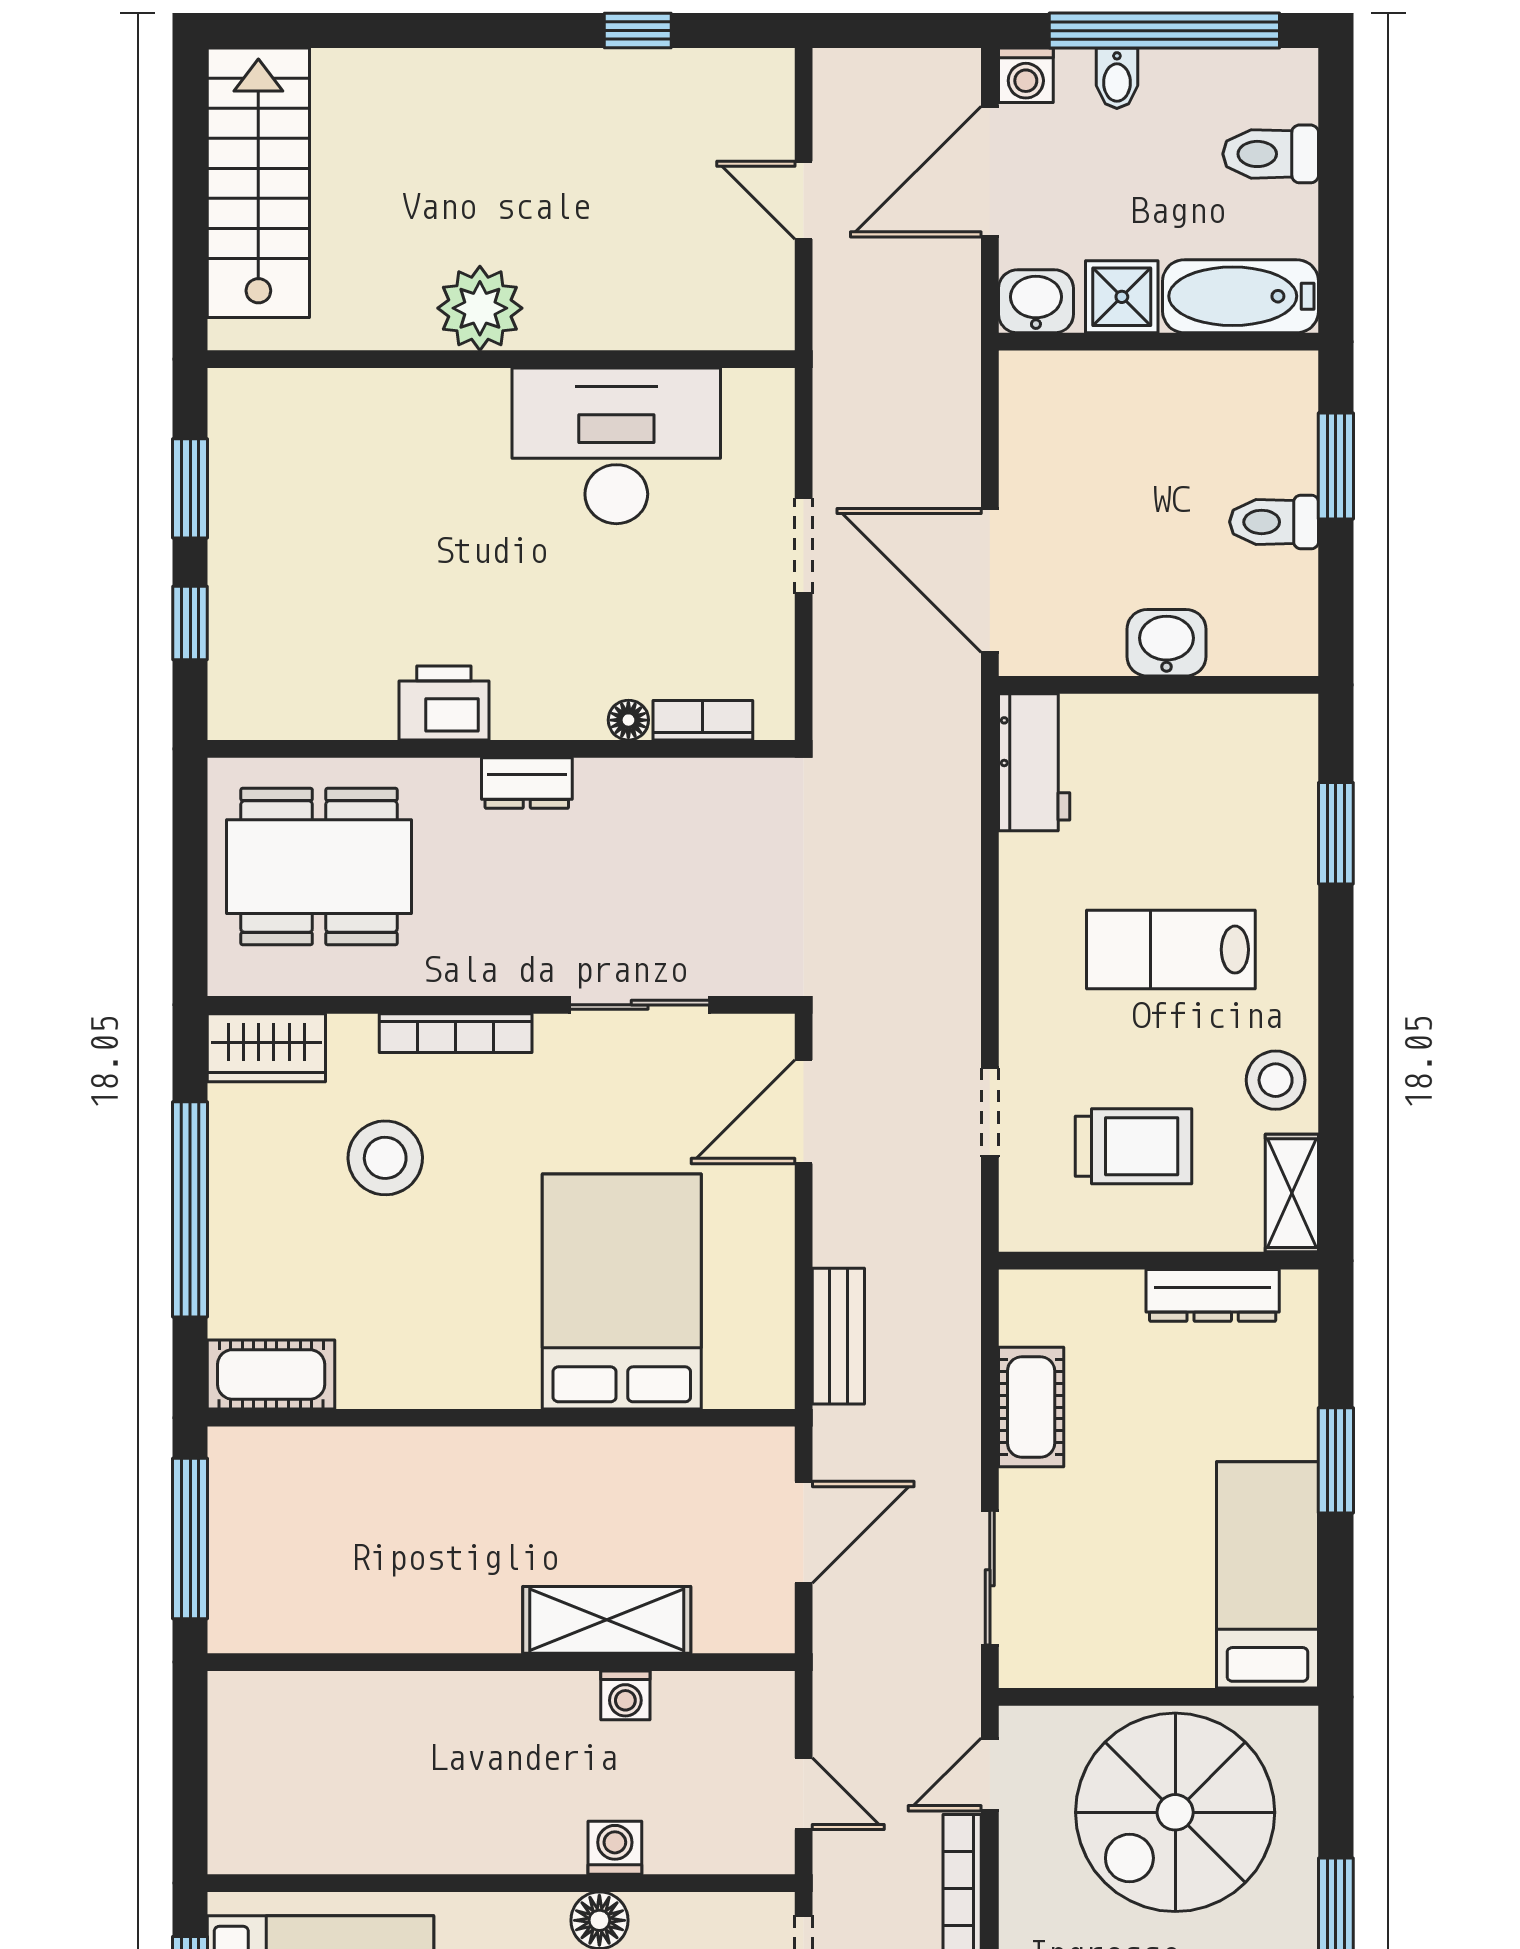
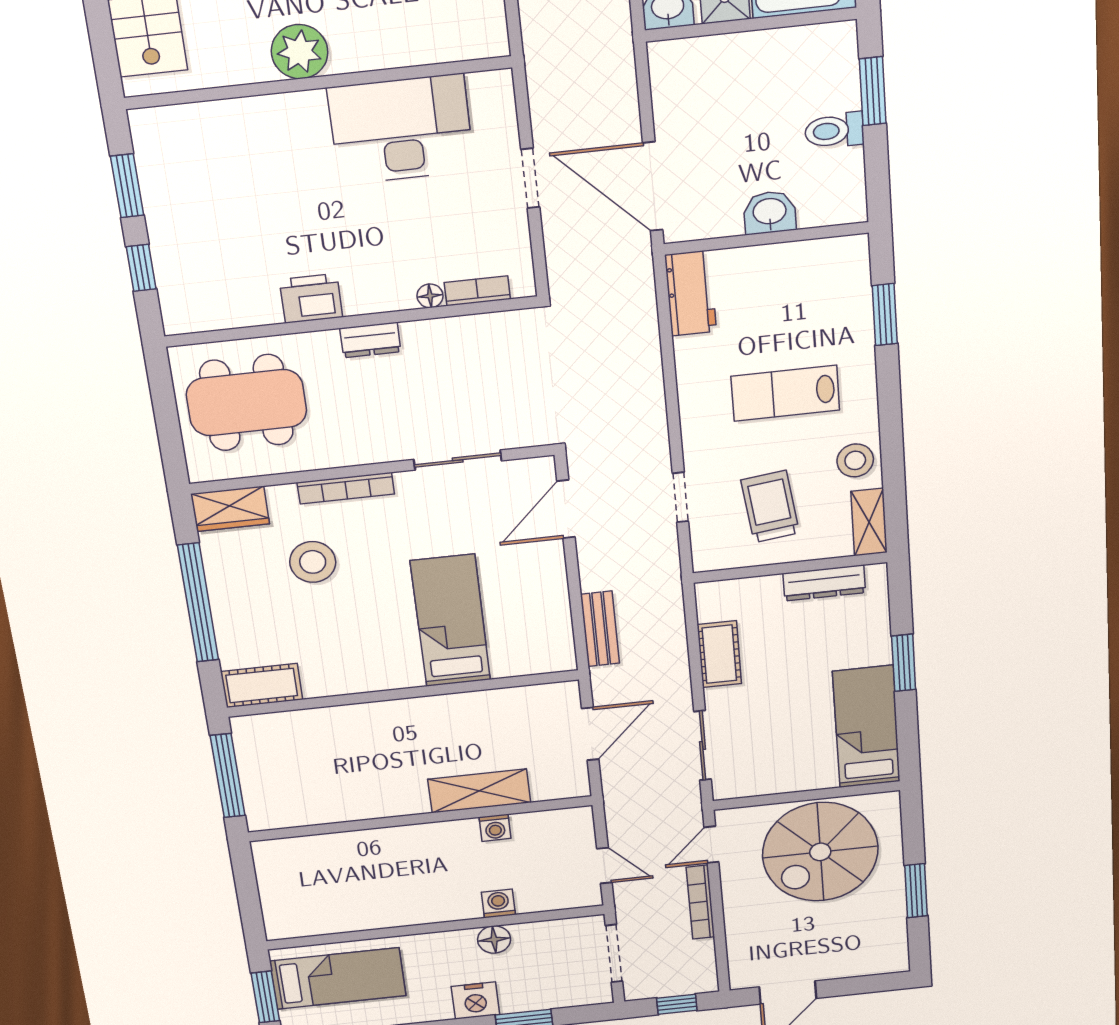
trolley: (1133, 1146) -> (770, 507), turned -97
bed: (622, 1291) -> (451, 621), width x0.67

